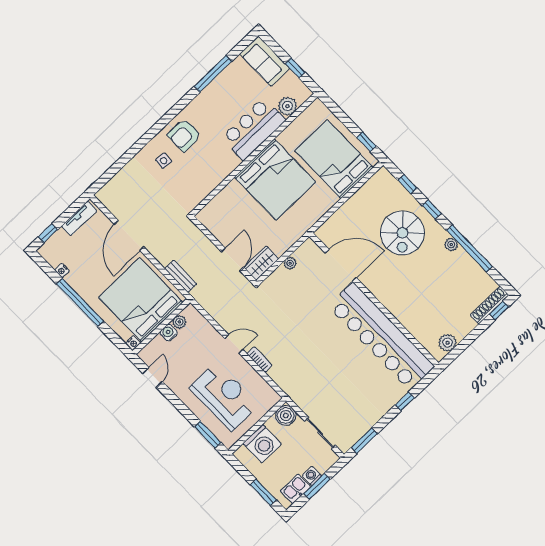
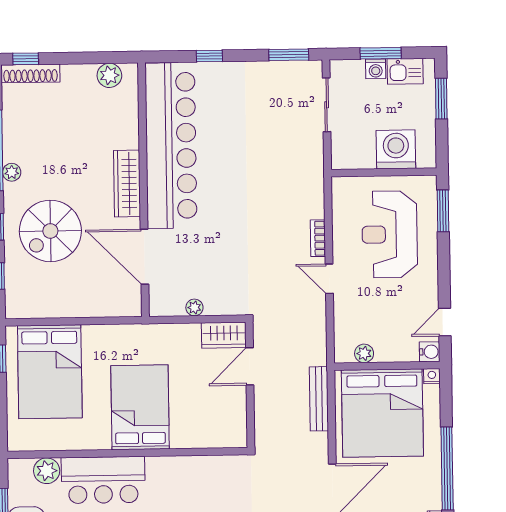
bed: (275, 180) -> (140, 407), width x0.73
spiral stairs: (402, 233) -> (50, 231), turned 180
bench: (181, 276) -> (319, 399), width x1.36
wardrobe: (386, 295) -> (127, 183), added
water cooler: (169, 333) -> (430, 352), moved, turned -90
boiler: (286, 415) -> (345, 156), removed

